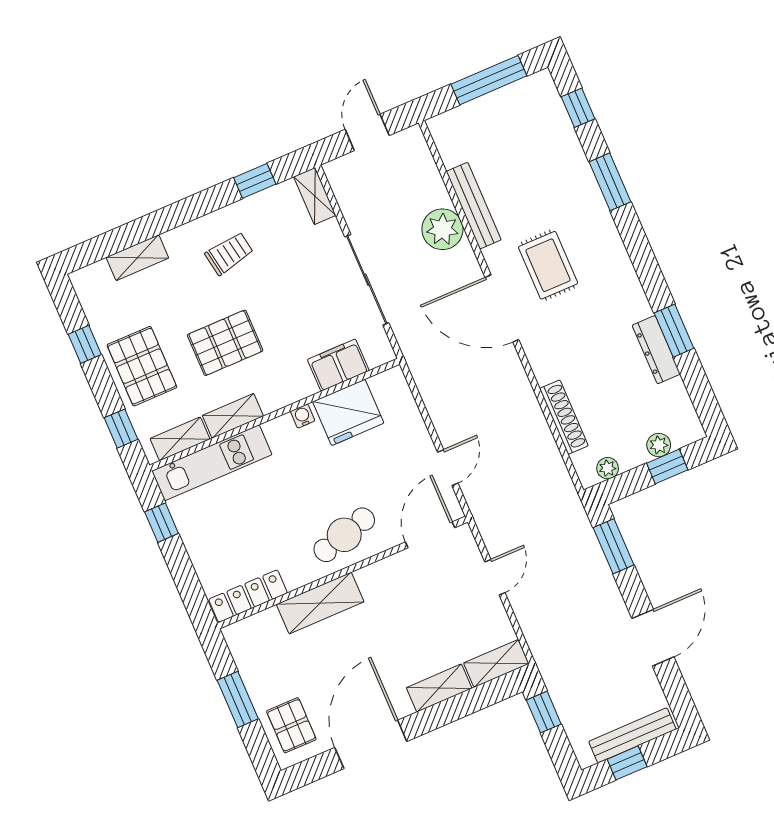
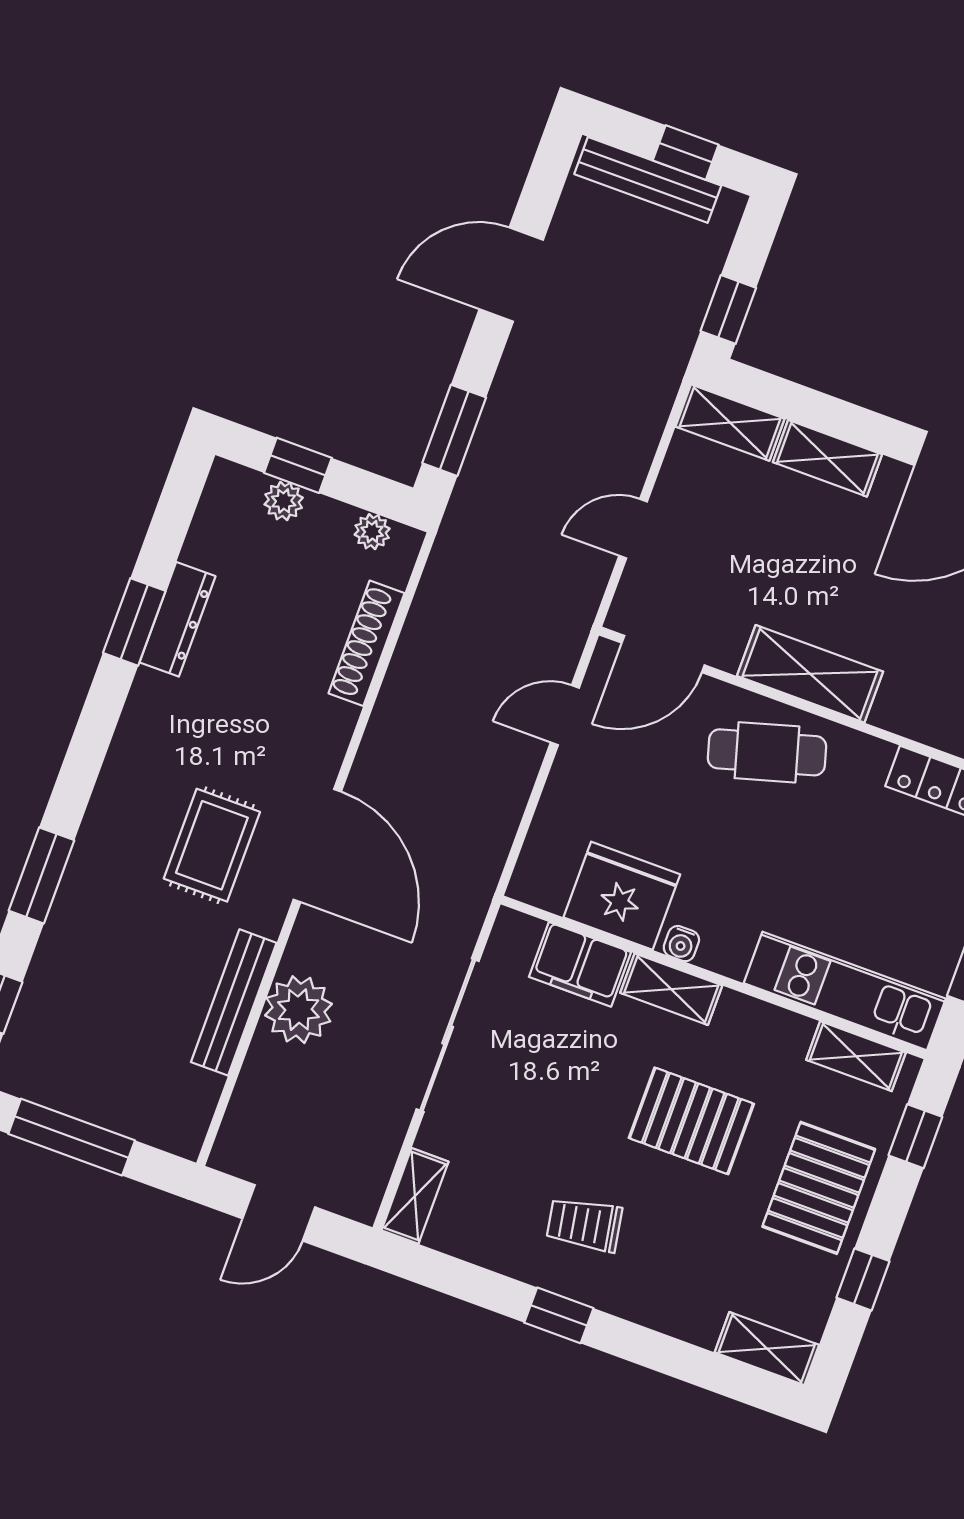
window: (255, 181) -> (559, 1315), moved
shelving: (137, 258) -> (767, 1349), moved
shelving: (233, 416) -> (671, 989), moved
shelving: (320, 603) -> (810, 674), moved

